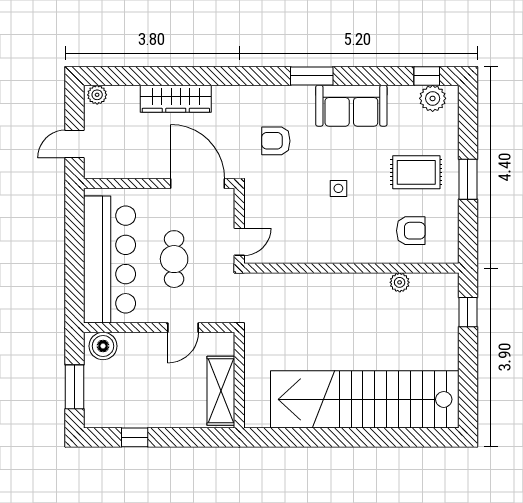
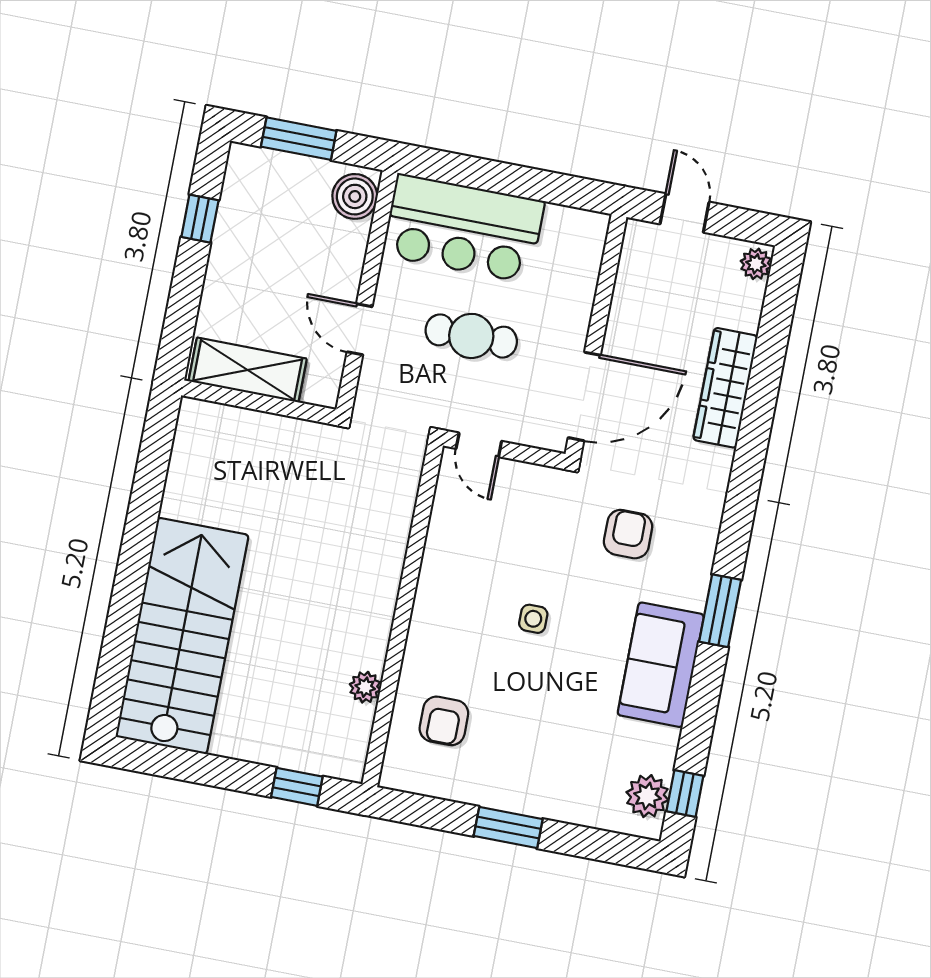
rug: (416, 172) -> (535, 747), removed
bar counter: (110, 259) -> (463, 228), width x0.73
stairs: (365, 399) -> (182, 636), width x0.73

